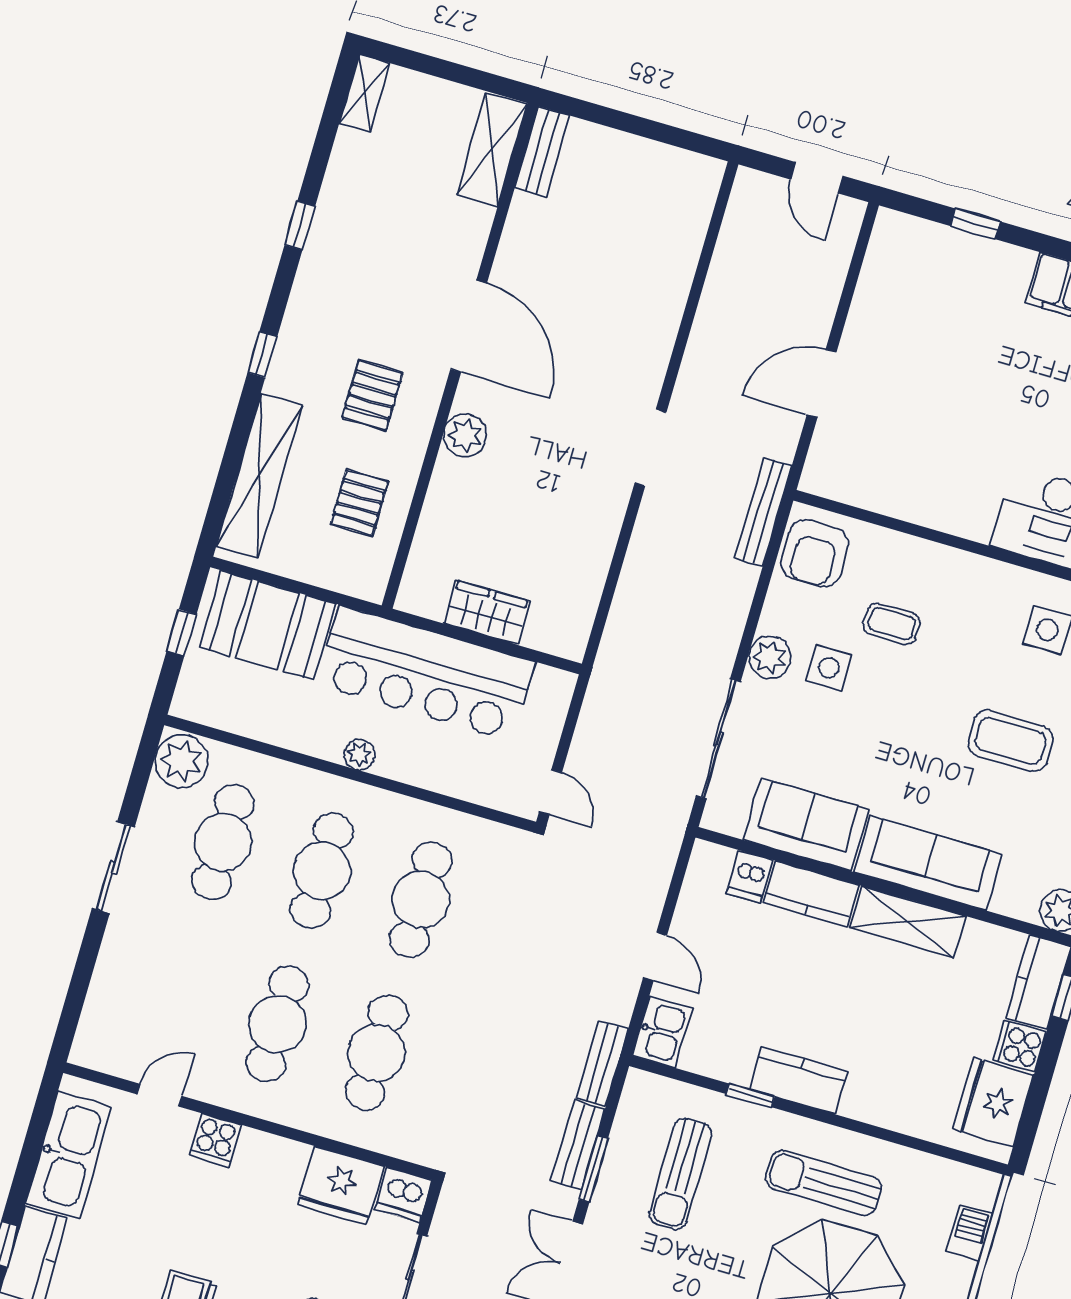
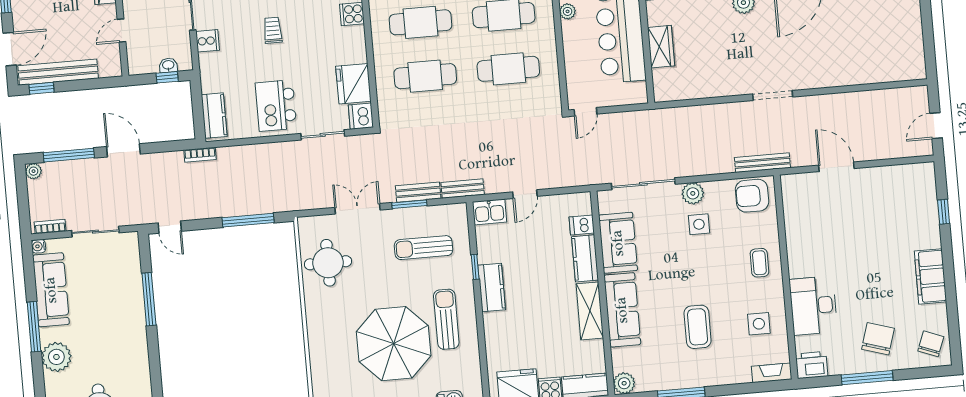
coffee table: (892, 624) -> (759, 263), moved

